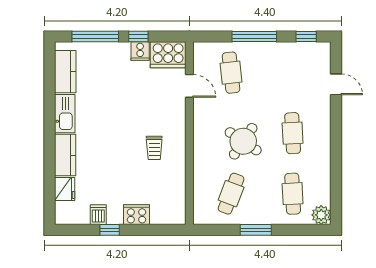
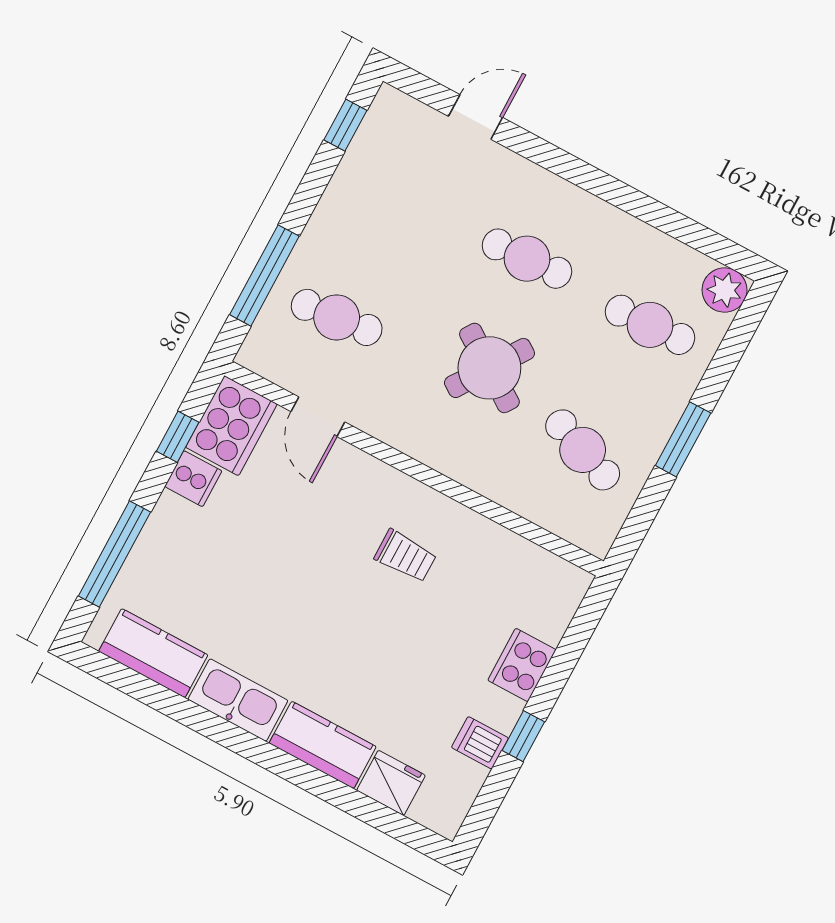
window: (138, 36) -> (178, 437), moved
window: (254, 36) -> (264, 275), moved
door: (189, 86) -> (318, 417), swing flipped

